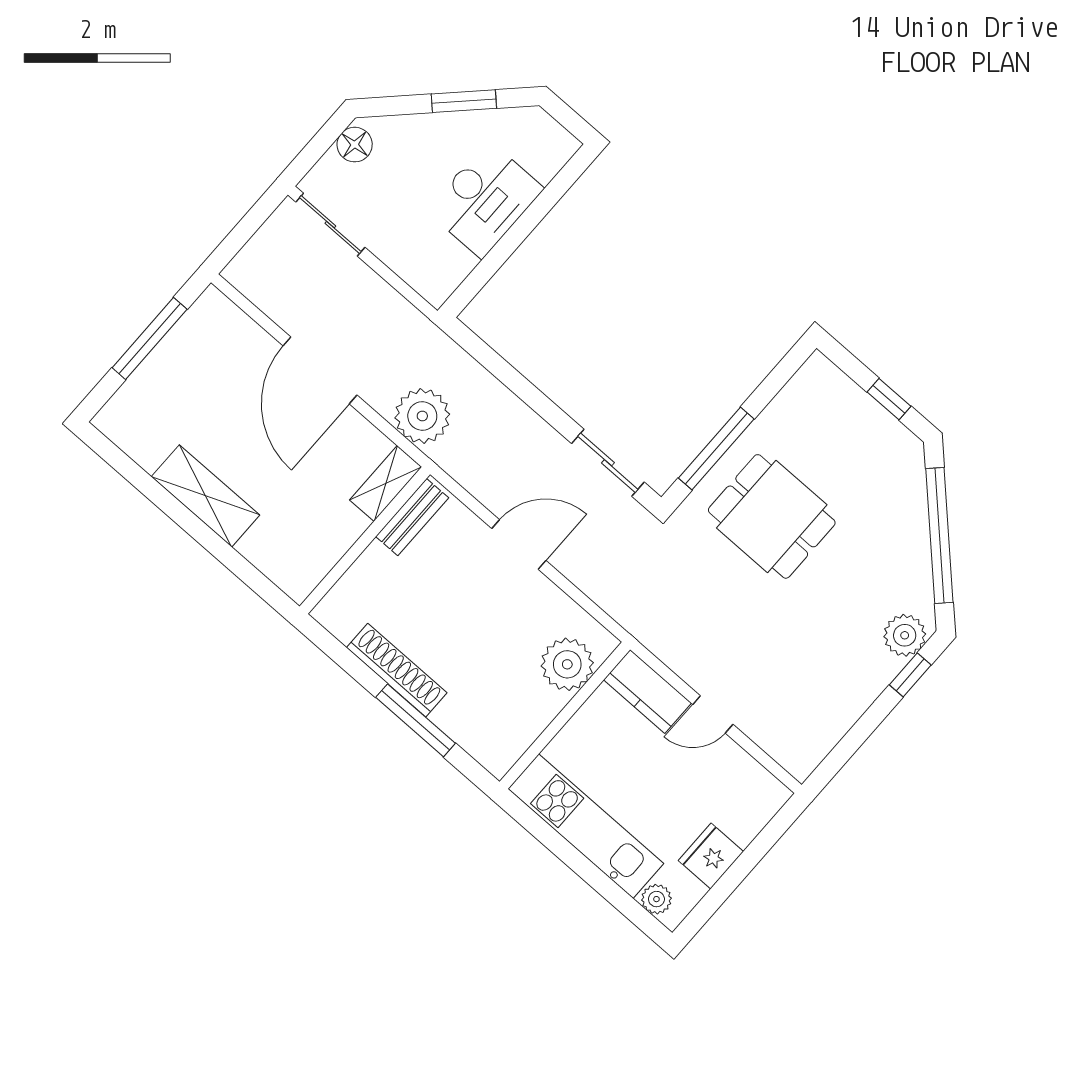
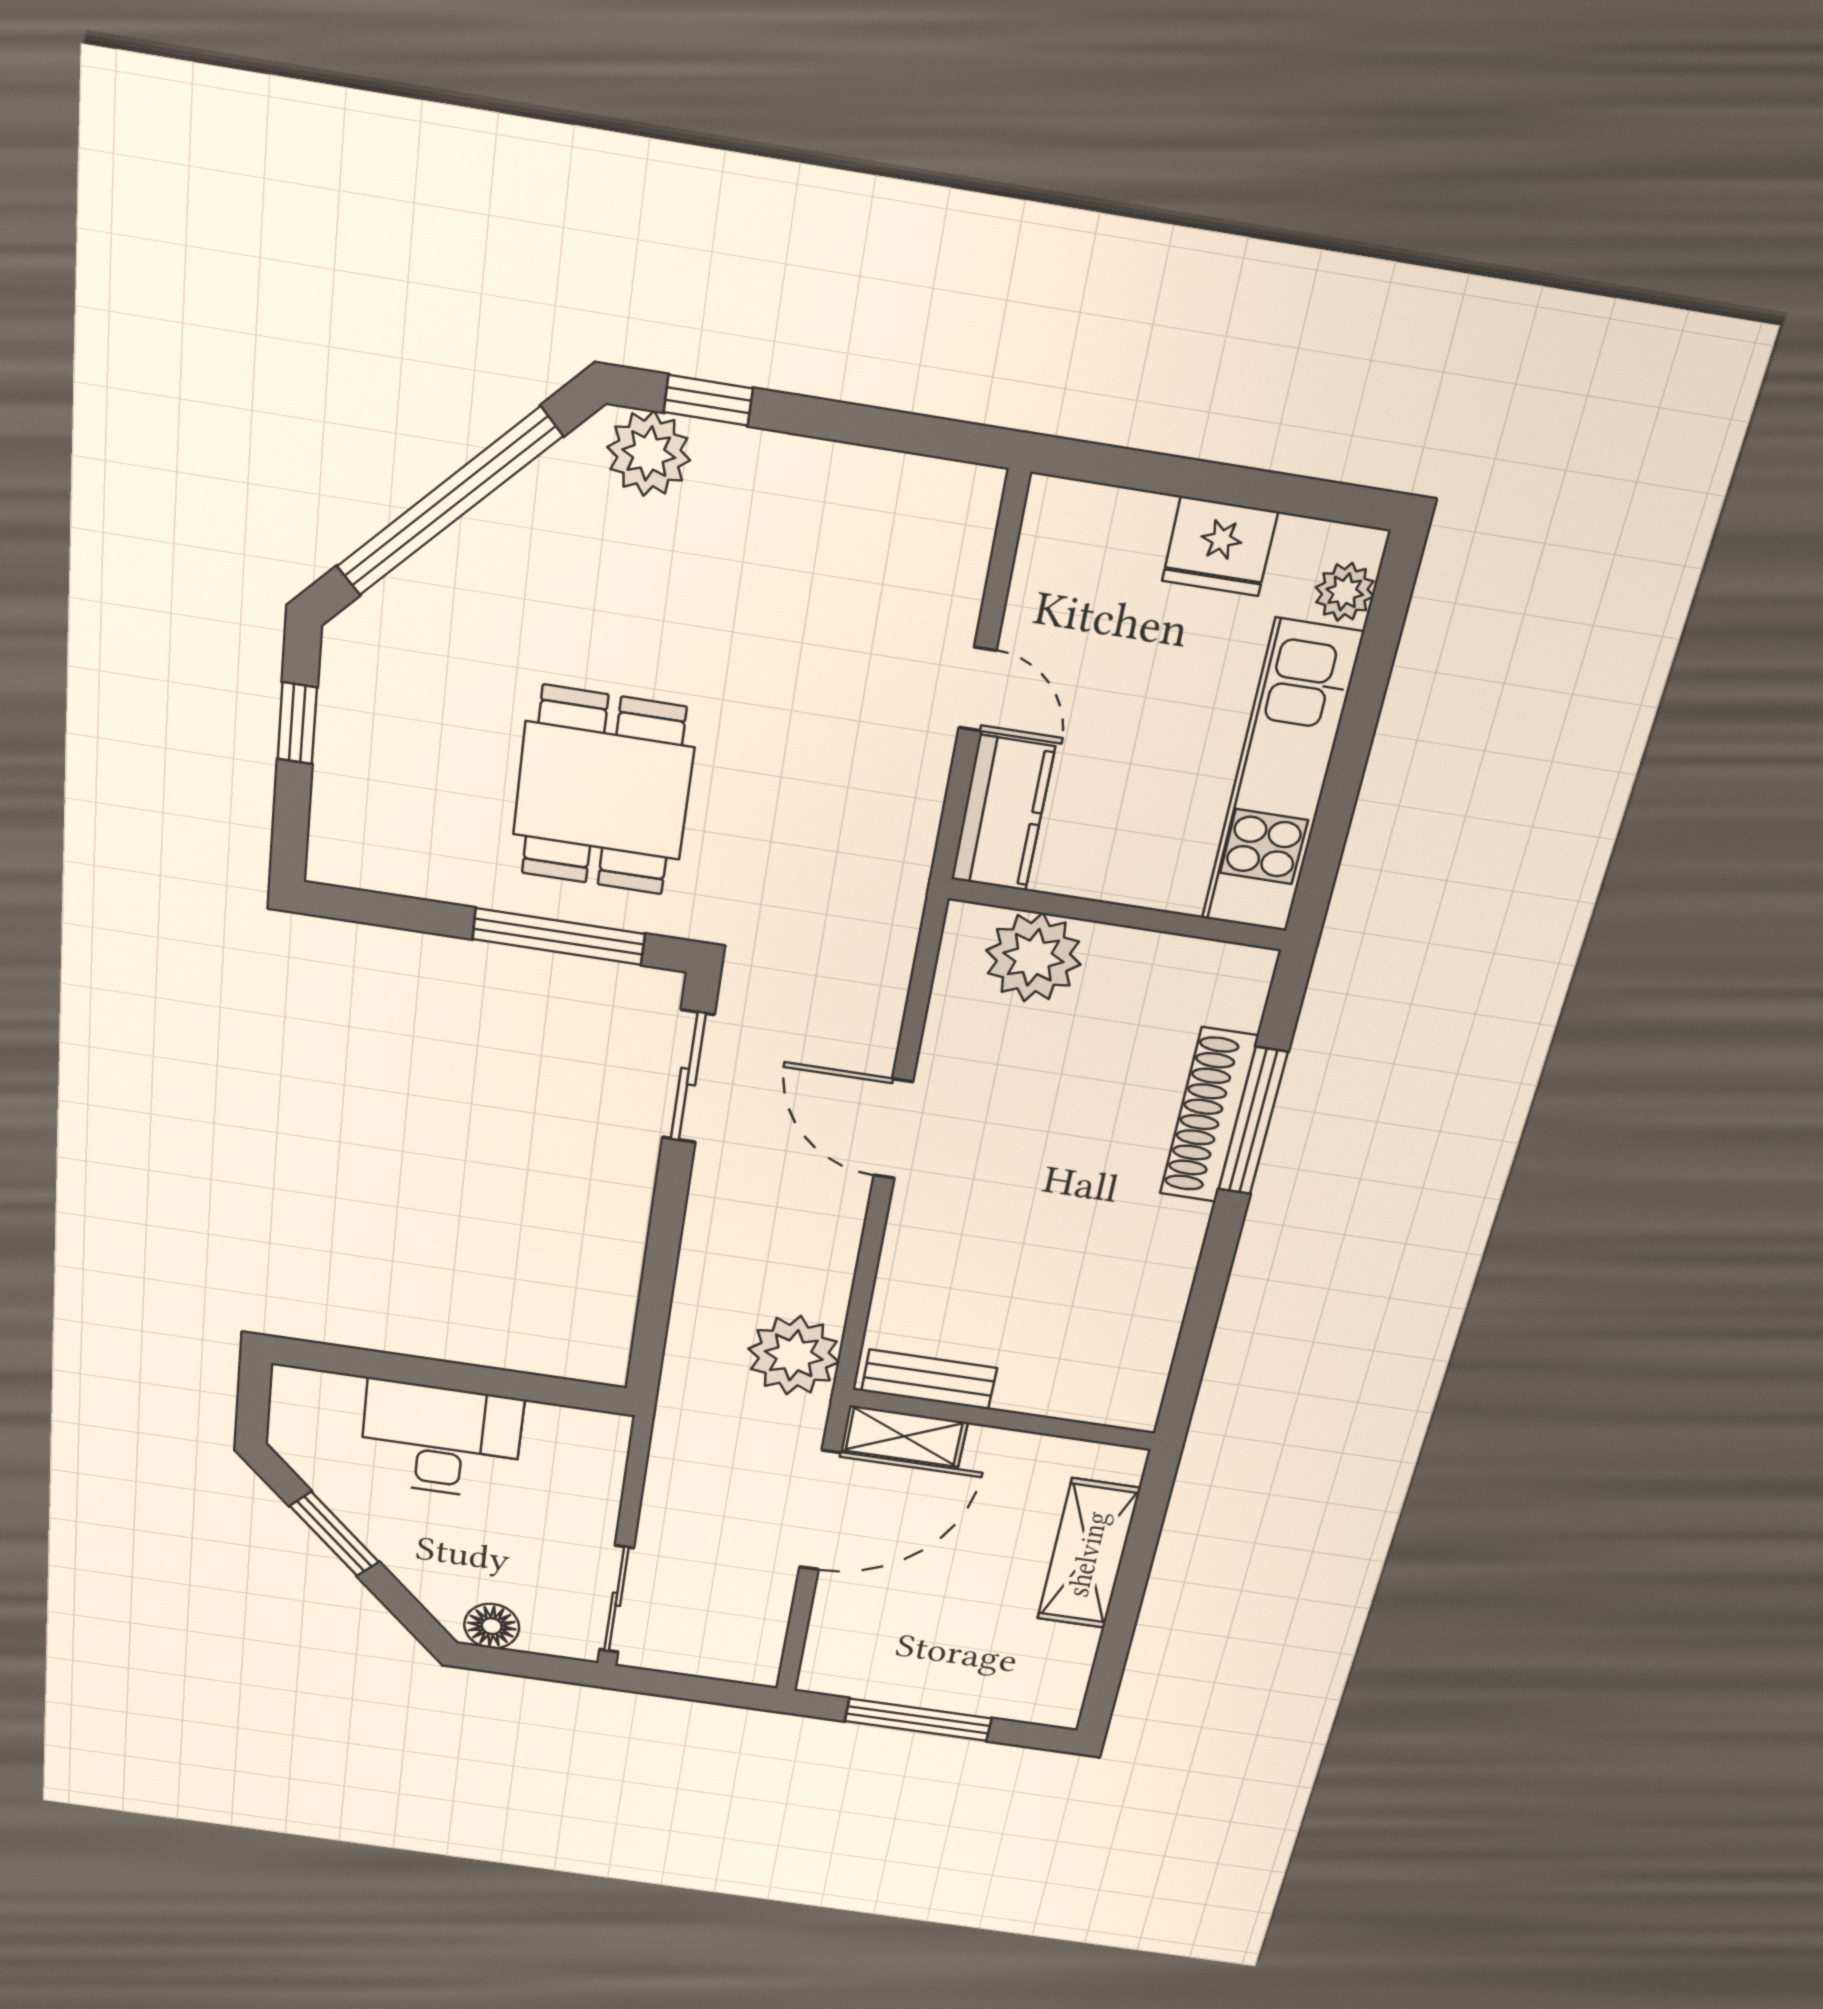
shelving: (386, 484) -> (904, 1436), moved
bench: (412, 517) -> (929, 1379), moved
wall: (365, 540) -> (1002, 1419), moved
shoe rack: (397, 670) -> (1209, 1116), moved

